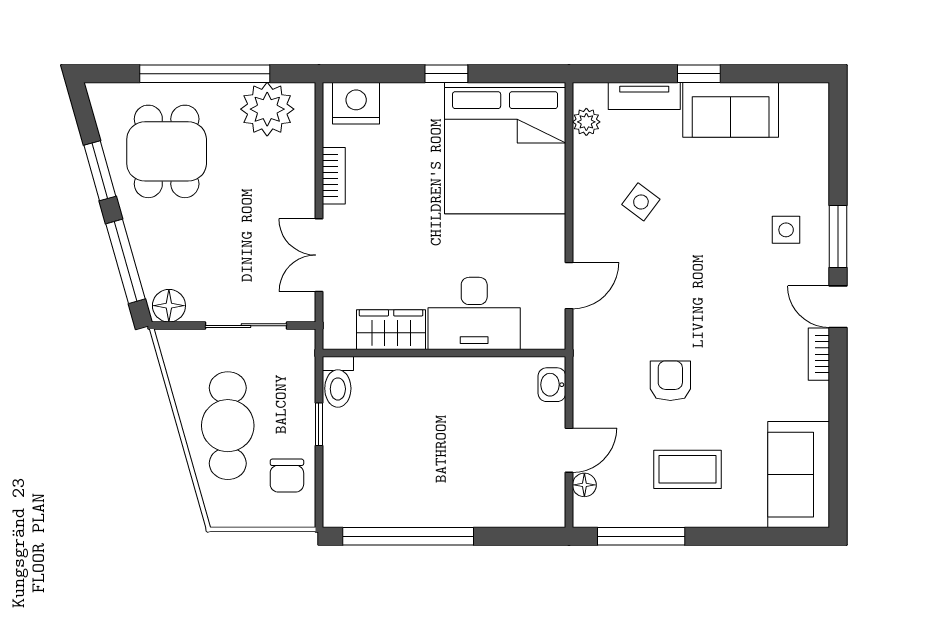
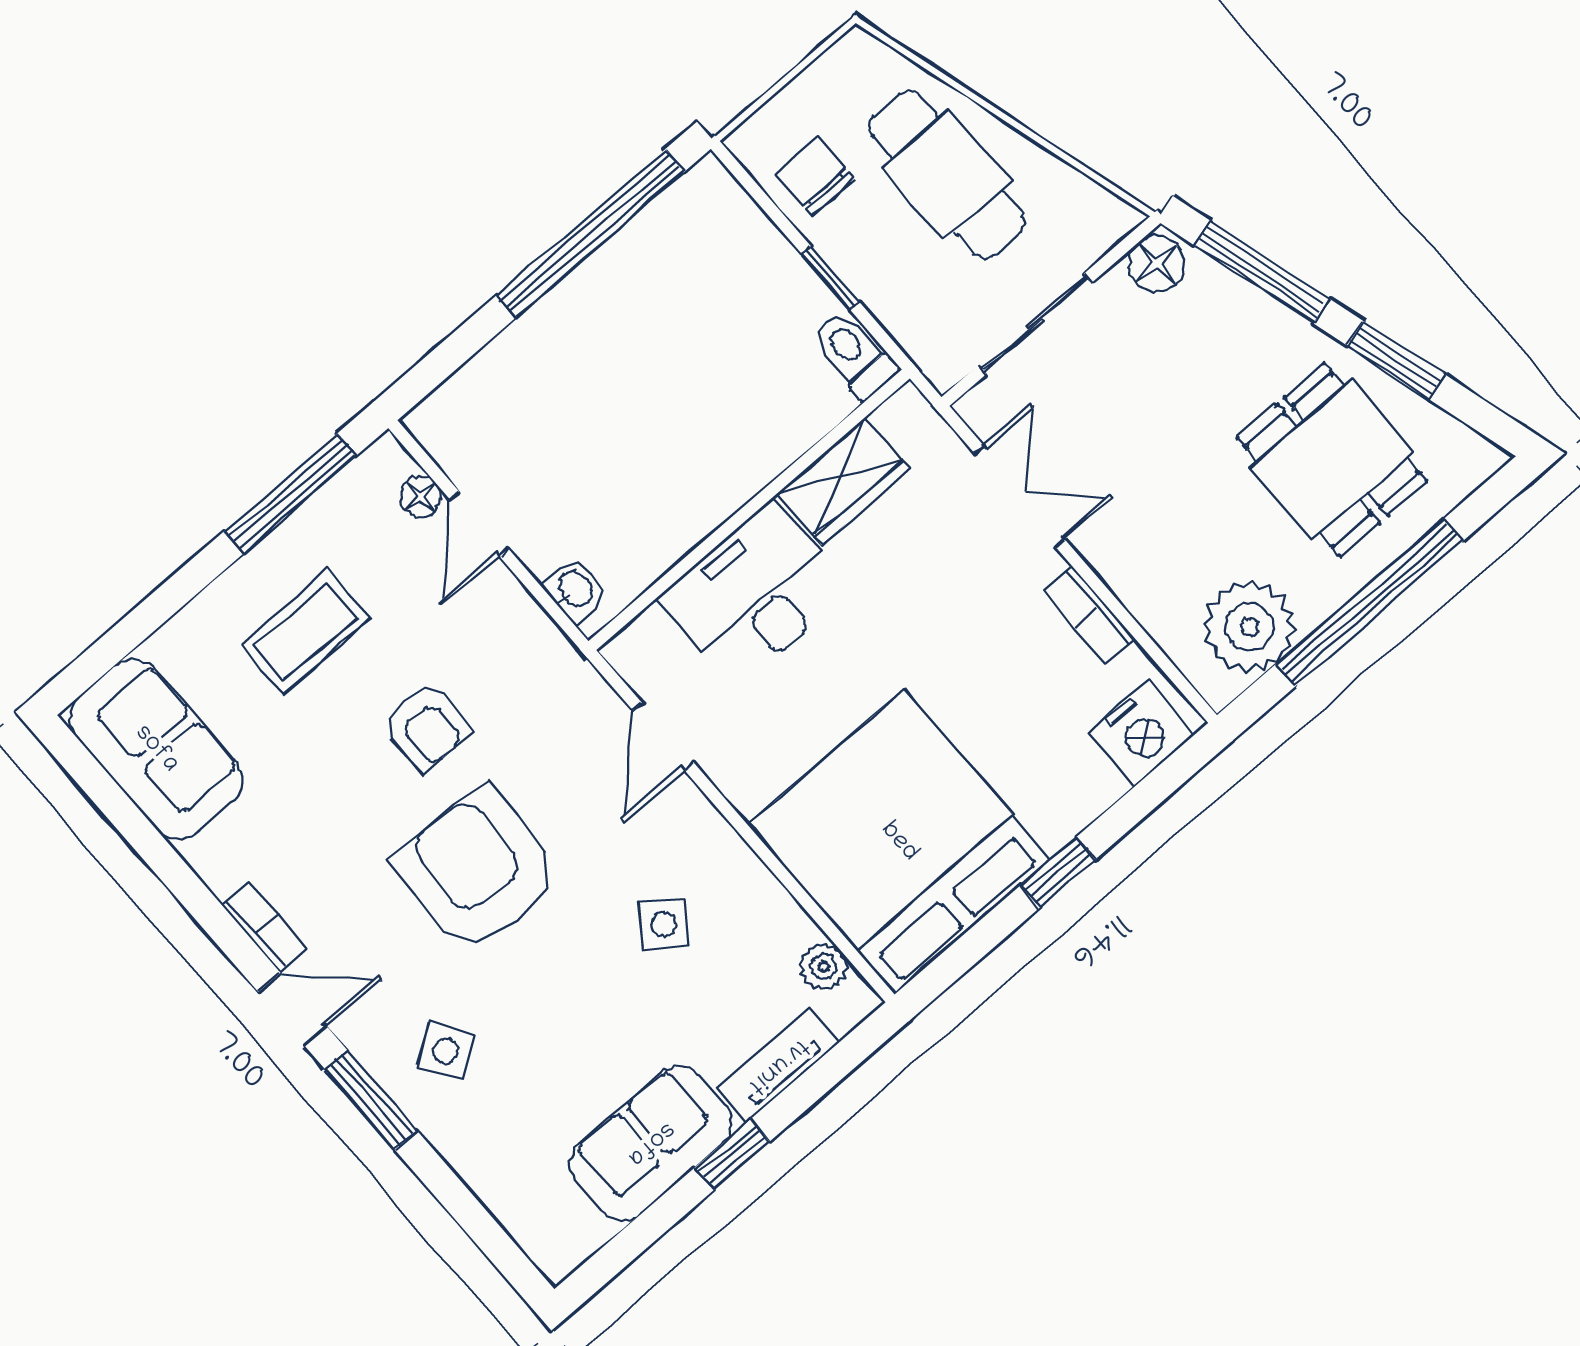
side table: (786, 230) -> (446, 1050), turned -33
armchair: (703, 297) -> (478, 871), added

